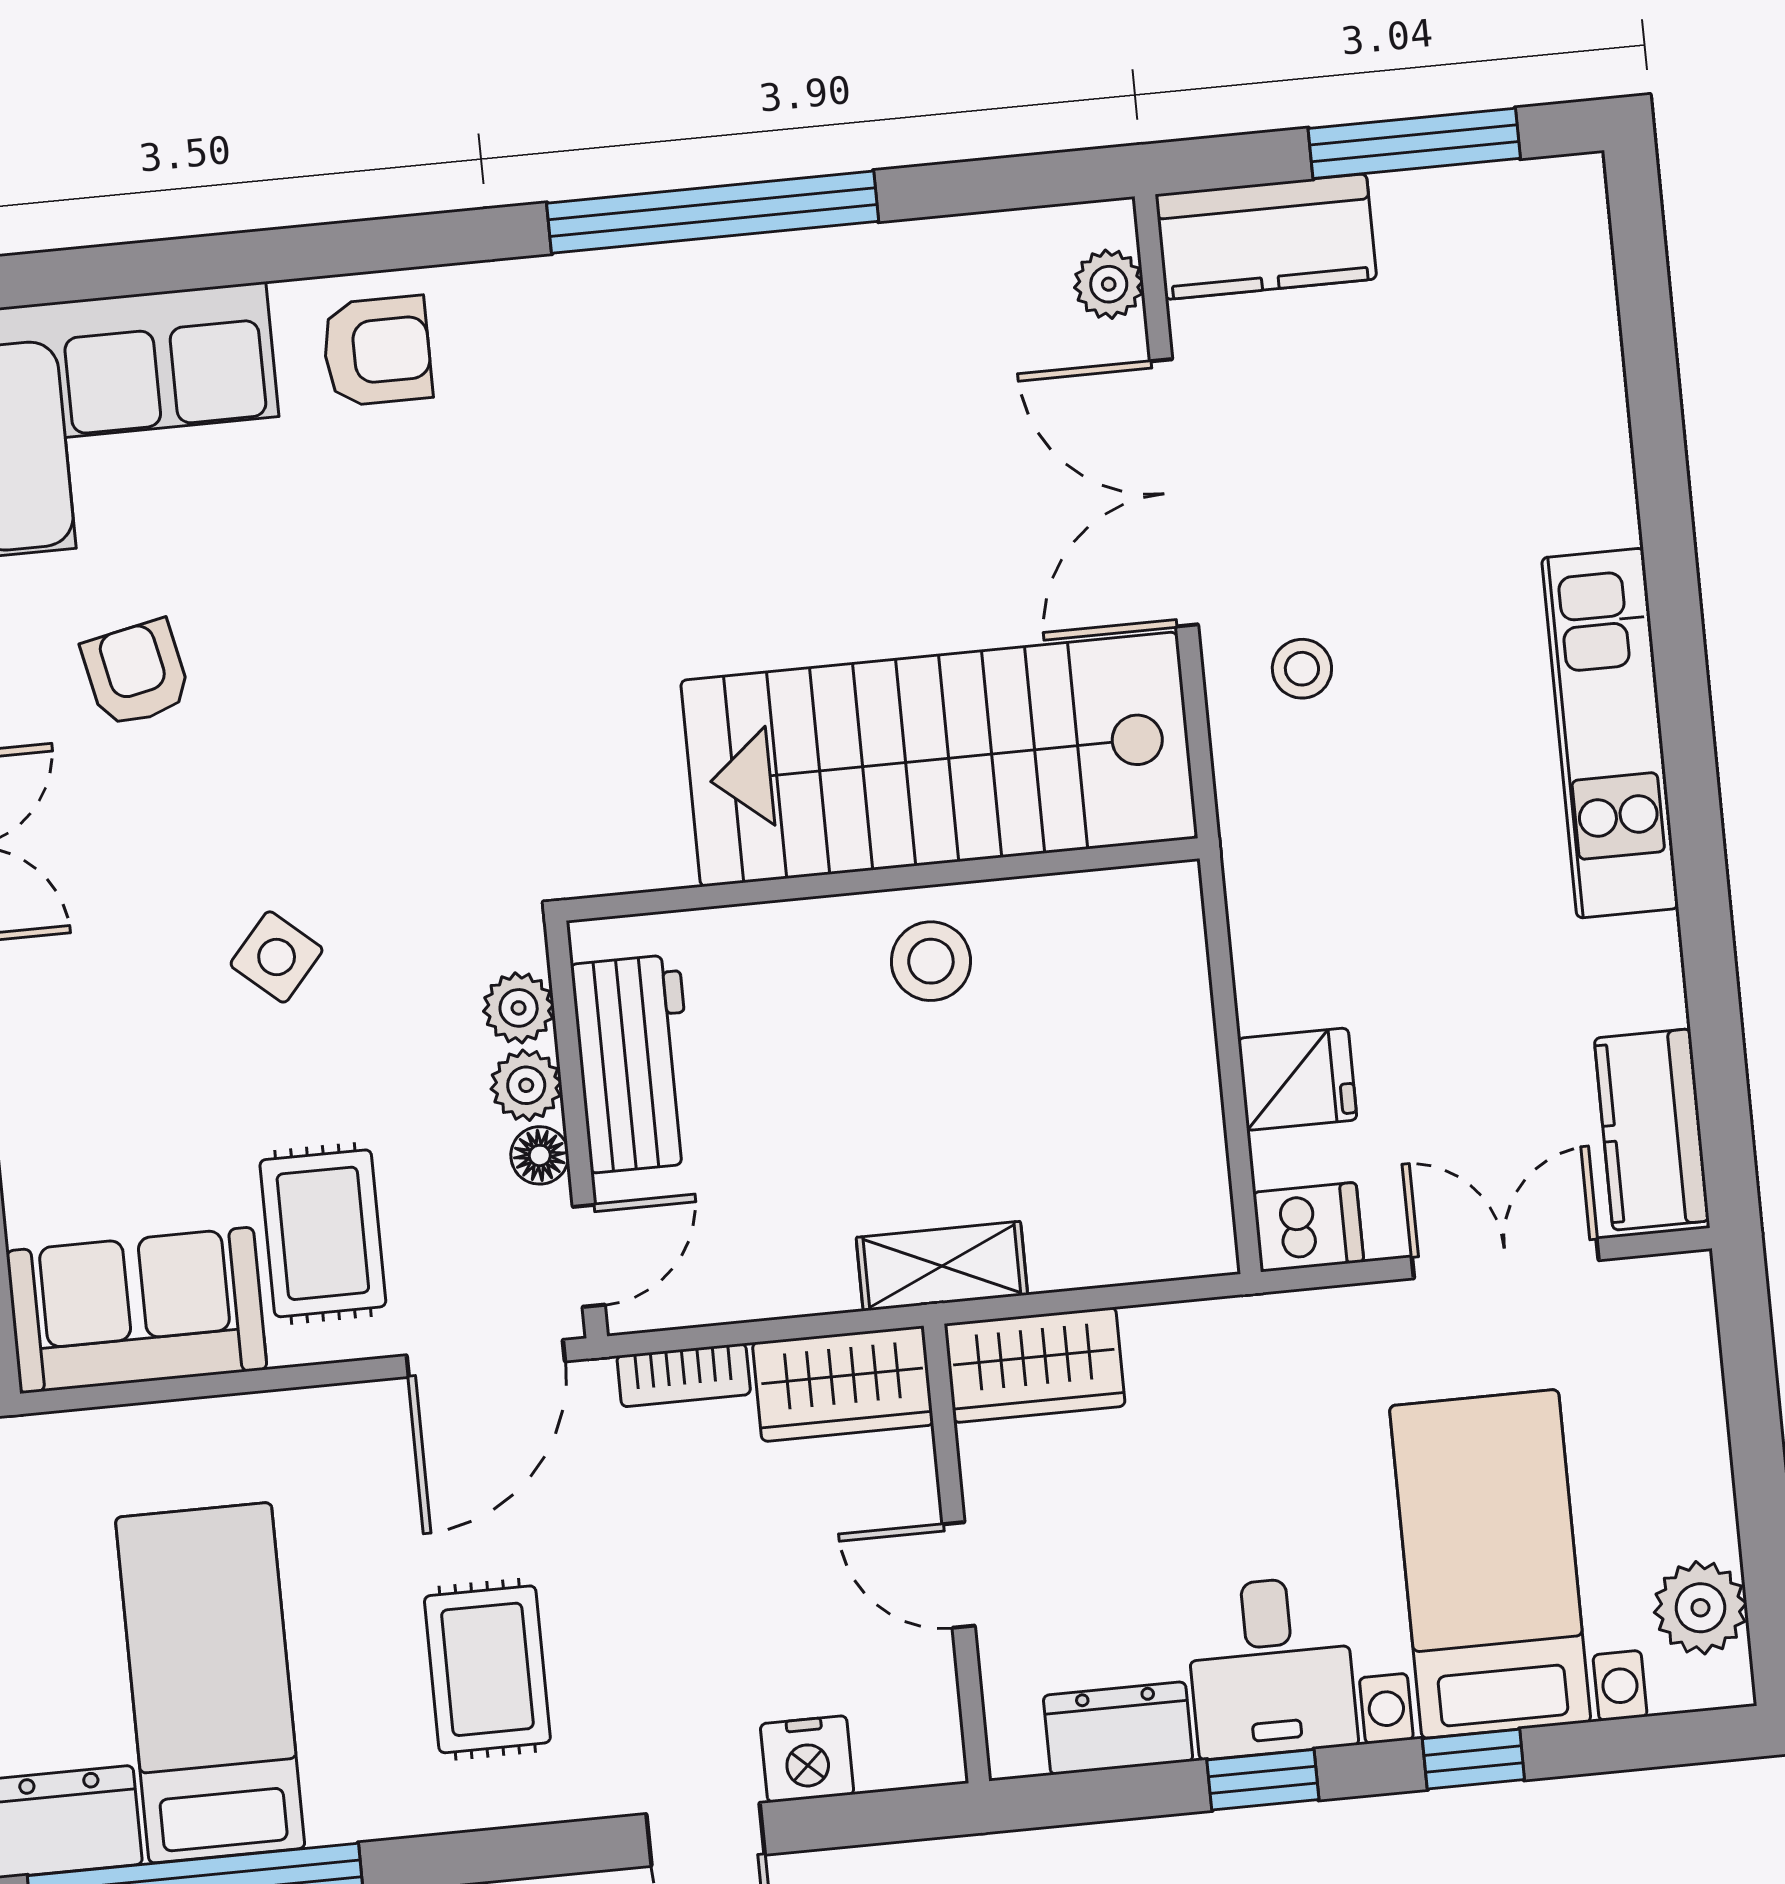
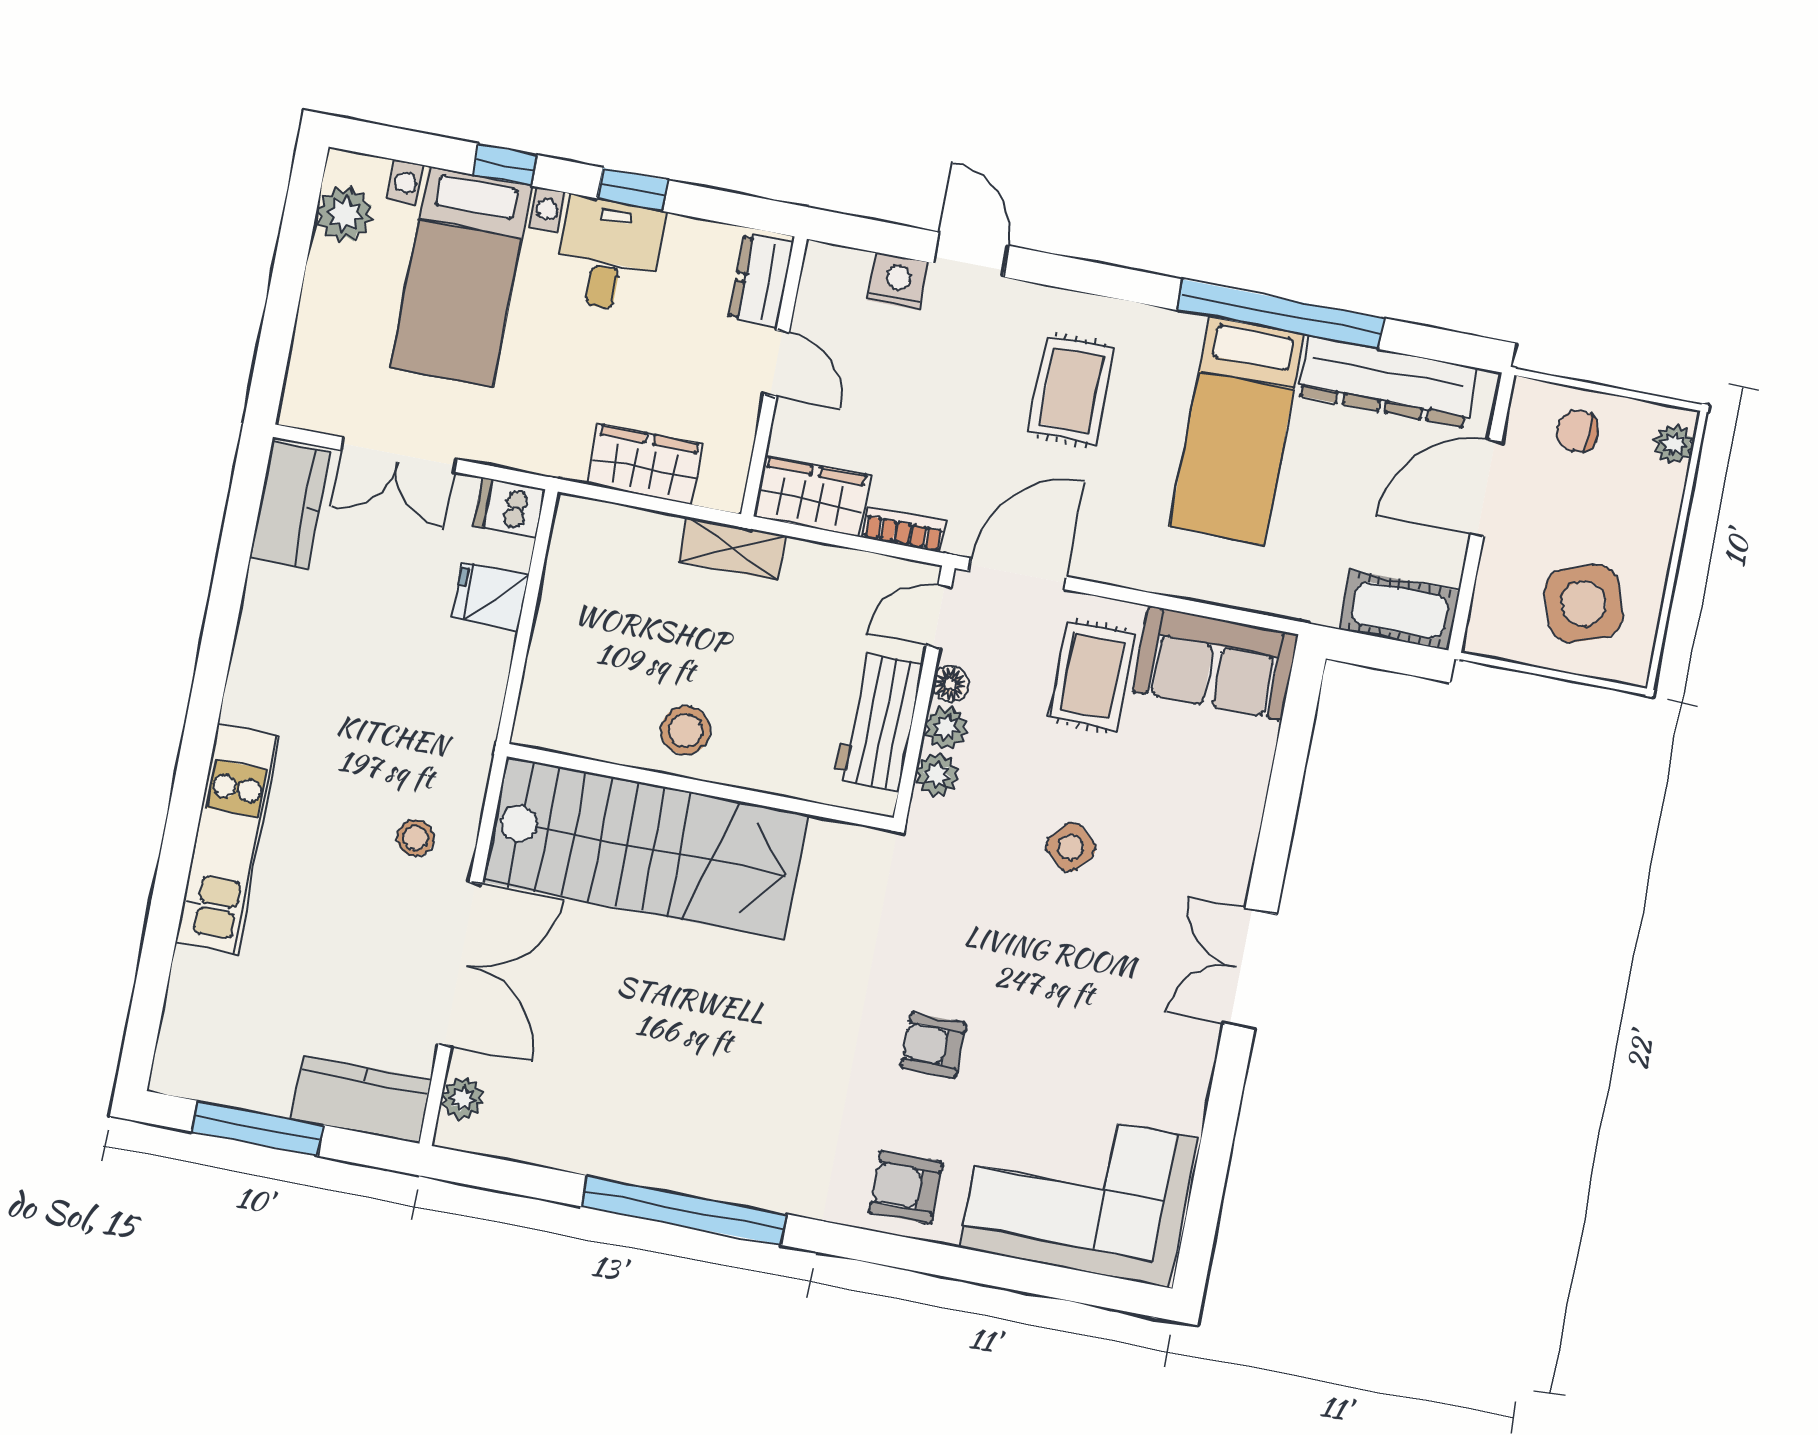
armchair: (136, 674) -> (933, 1045), moved, turned 102
kitchen unit: (1610, 733) -> (227, 839), moved
wardrobe: (1035, 1365) -> (645, 464), moved
dresser: (1118, 1728) -> (761, 281), moved, turned 90

